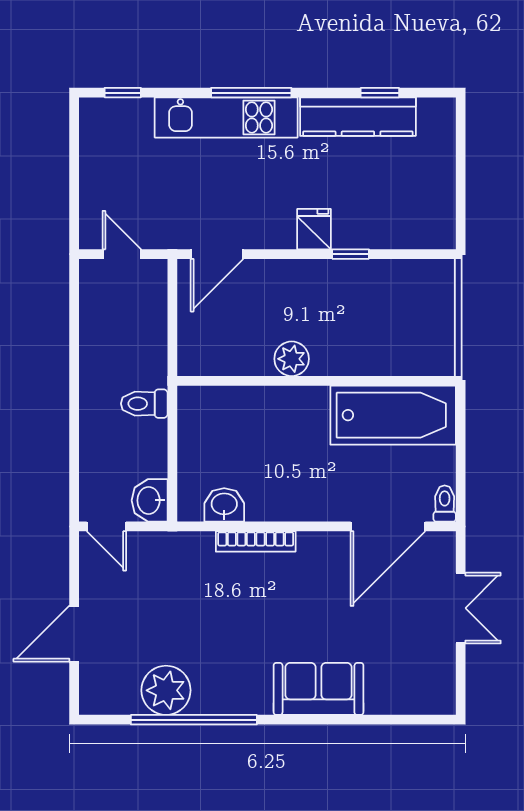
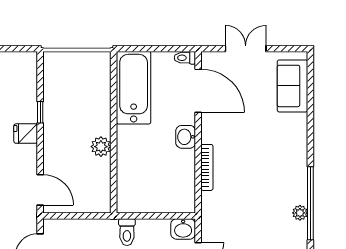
washbasin: (224, 505) -> (186, 137), moved
sofa: (318, 689) -> (292, 86), moved
plant: (166, 690) -> (300, 213), width x0.53, depth x0.53

